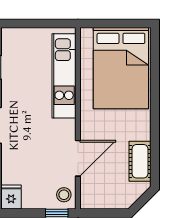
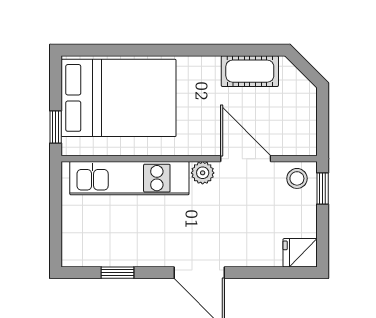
window: (100, 23) -> (56, 127), added
plant: (68, 128) -> (203, 173), added

